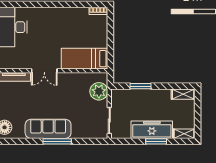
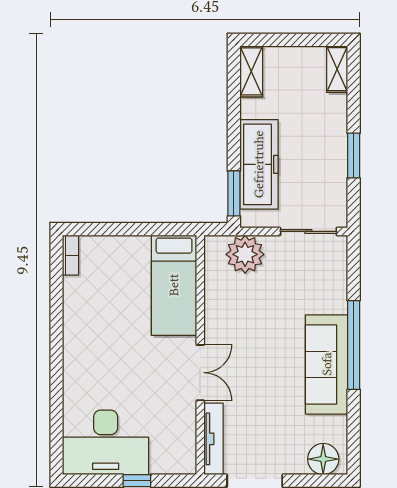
window: (141, 86) -> (234, 193), moved
freezer: (152, 130) -> (259, 164), moved, turned 180
window: (57, 141) -> (354, 345), width x1.46
window: (156, 141) -> (354, 156), moved

